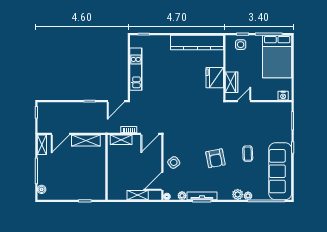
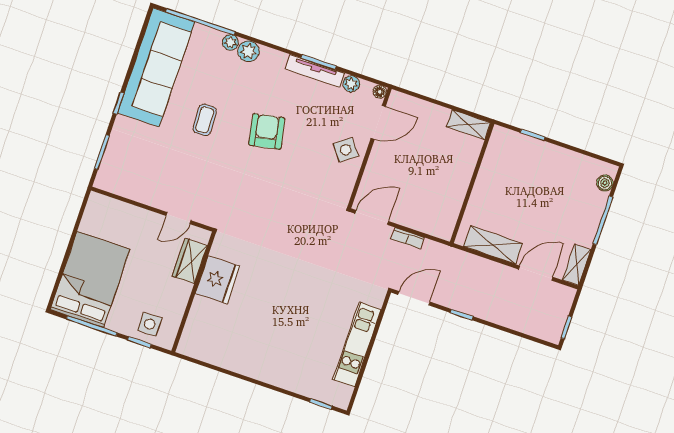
kitchen counter: (197, 43) -> (228, 355), removed
nightstand: (283, 96) -> (104, 204), removed
shelving: (121, 140) -> (428, 224), removed
shelving: (138, 195) -> (468, 125), moved

